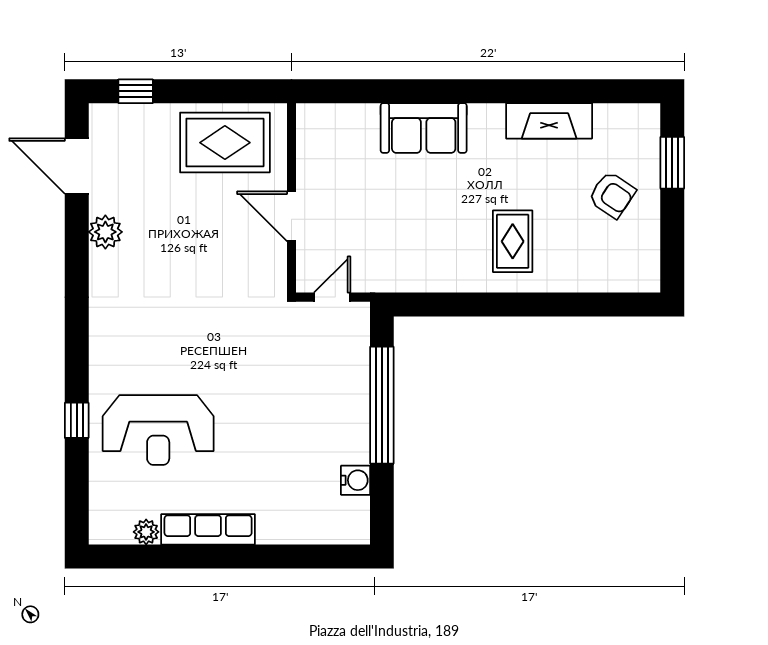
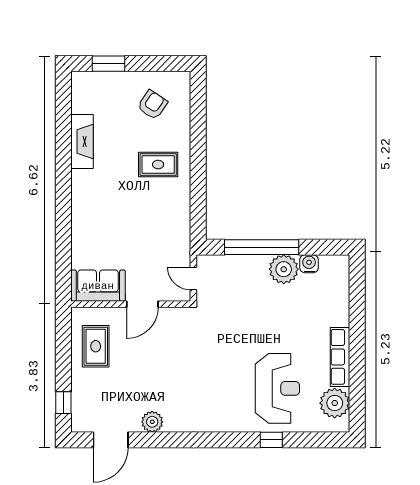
sofa: (424, 128) -> (98, 286), moved, turned -90
rug: (225, 143) -> (96, 346), width x0.73, depth x0.70
armchair: (612, 195) -> (153, 105), moved
plant: (347, 440) -> (284, 269), added
plant: (146, 532) -> (335, 403), width x1.88, depth x1.88

